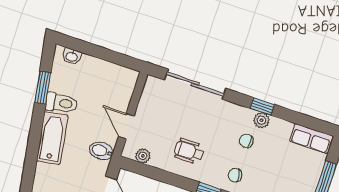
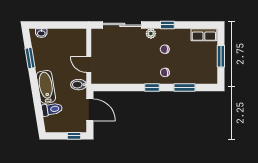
toilet: (62, 103) -> (52, 109), moved
plant: (262, 120) -> (151, 34), moved
wheelchair: (189, 151) -> (132, 67), removed
plant: (143, 156) -> (105, 79), removed

